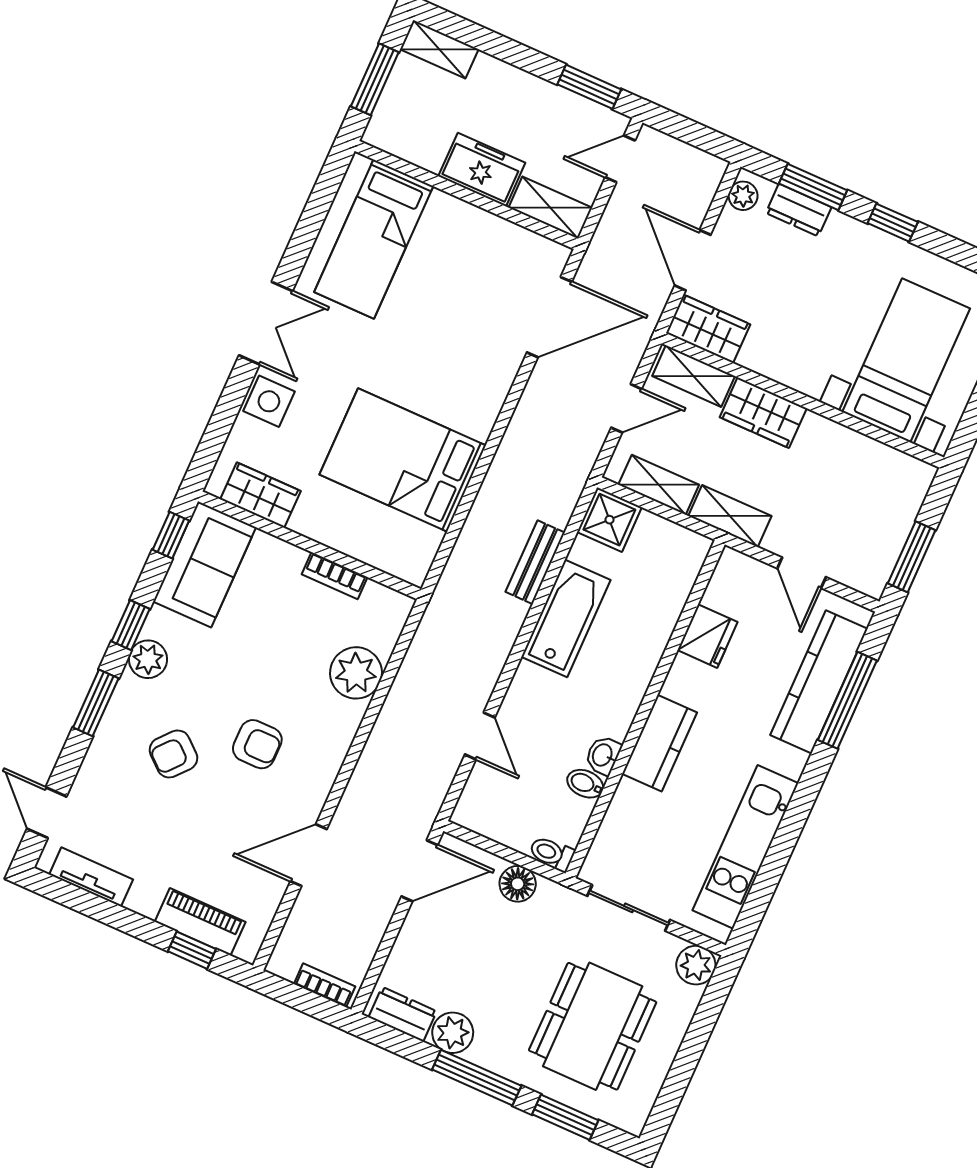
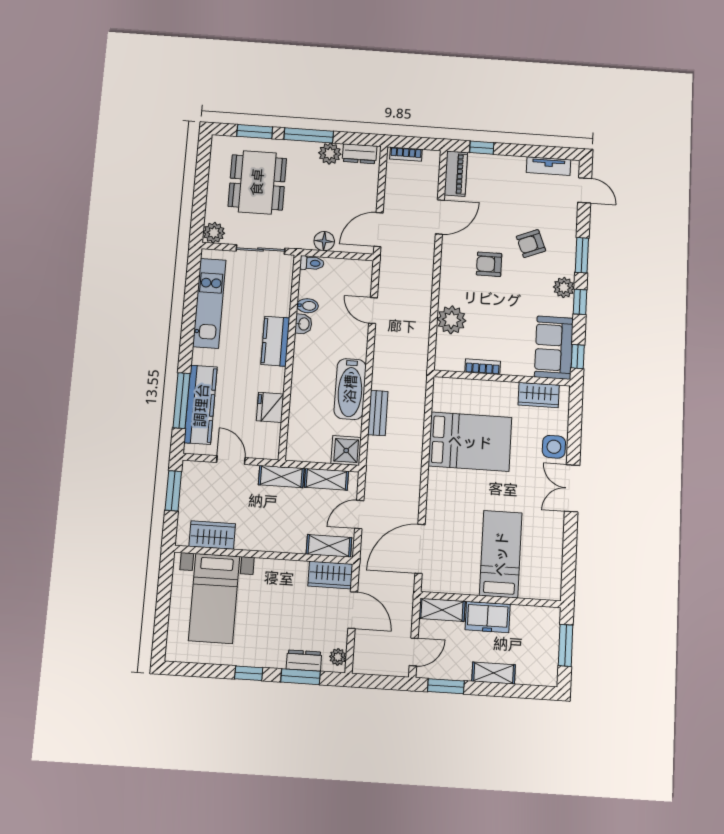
shelving: (439, 49) -> (494, 673), moved
bed: (374, 239) -> (501, 554), moved
wardrobe: (763, 413) -> (212, 535), moved
armchair: (173, 754) -> (531, 244), turned -153
piano: (200, 922) -> (456, 174), moved, turned -90

